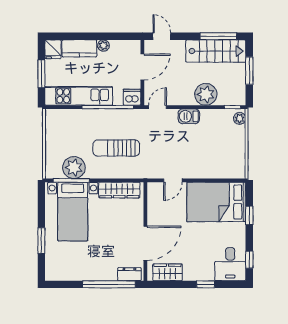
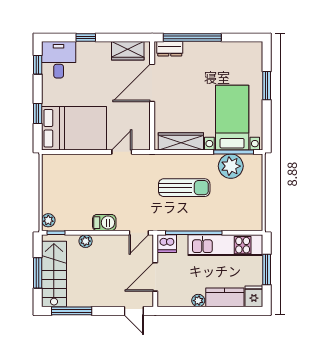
stairs: (216, 51) -> (54, 274), moved, turned 90
plant: (206, 94) -> (86, 241), width x0.53, depth x0.53

